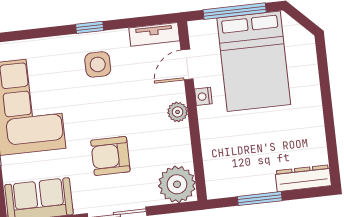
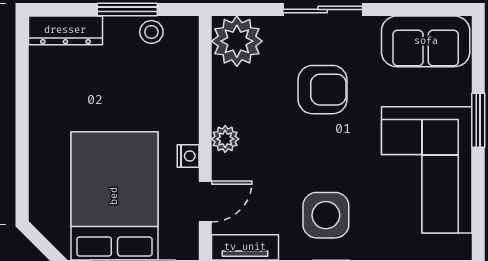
side table: (98, 64) -> (326, 215), width x1.37, depth x1.37
stool: (240, 184) -> (151, 32), added

